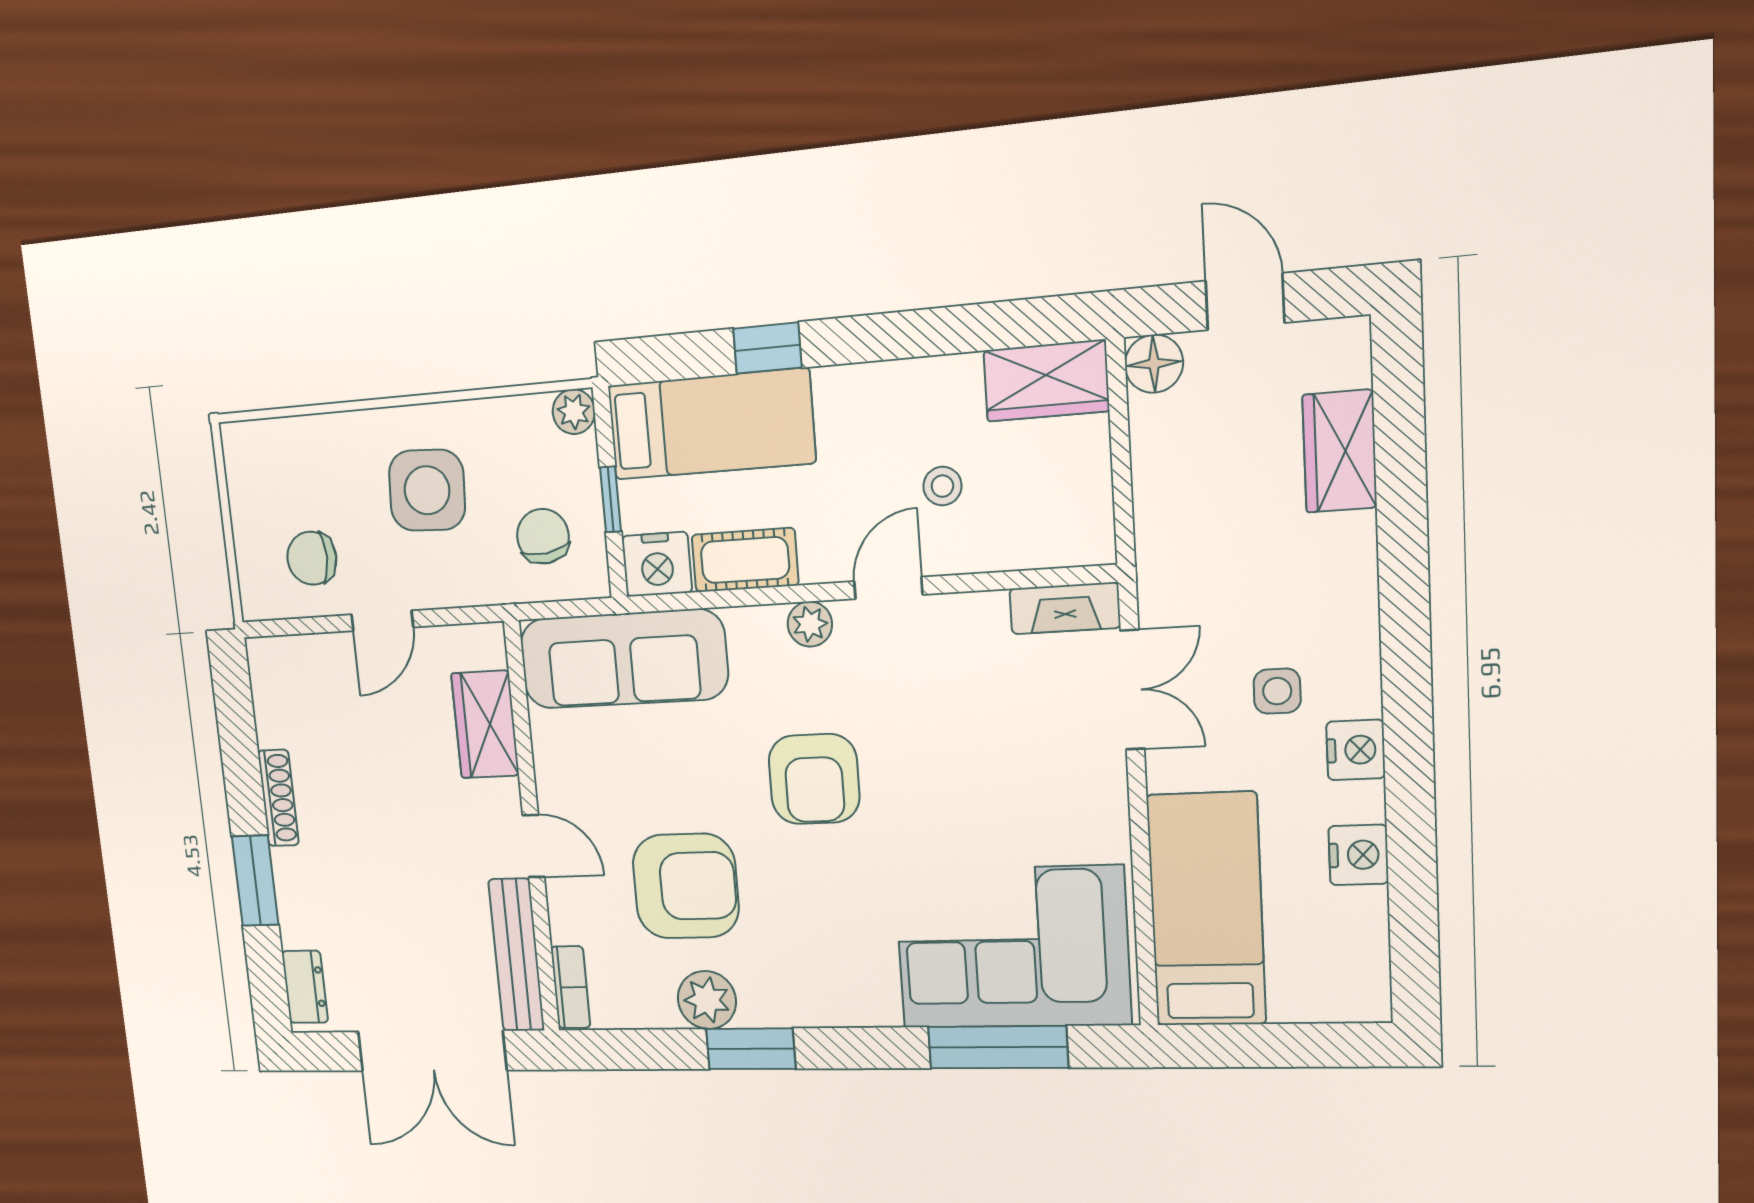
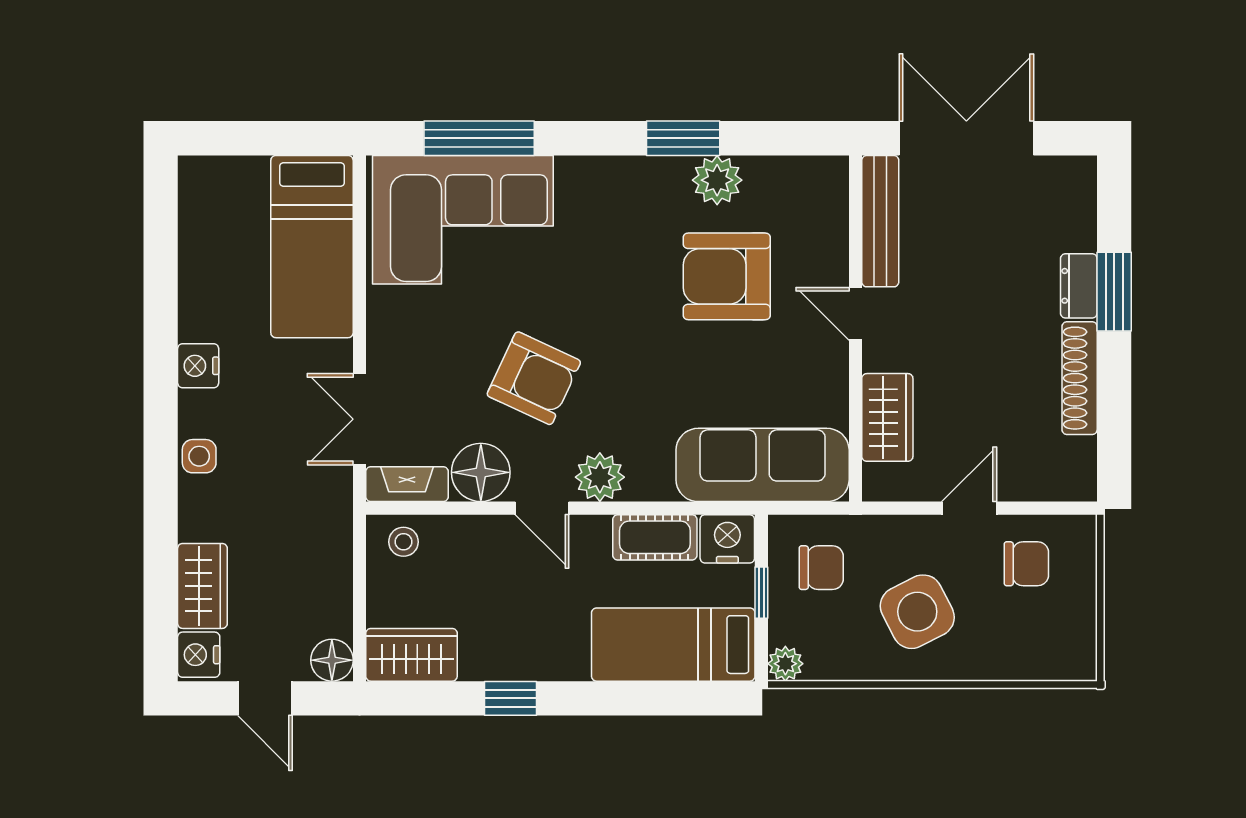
window: (767, 348) -> (510, 698), moved
stool: (942, 486) -> (403, 542), moved
side table: (427, 490) -> (917, 612), turned -30
chair: (543, 536) -> (821, 568), turned -82
door: (888, 588) -> (542, 508), hinge flipped
plant: (810, 624) -> (600, 477), width x1.38, depth x1.38
floor lamp: (970, 629) -> (481, 472), added
side table: (1277, 691) -> (199, 456), moved
armchair: (814, 779) -> (534, 378), moved, turned 115
shoe rack: (278, 798) -> (1080, 378), width x1.36, depth x1.24
nightstand: (1358, 855) -> (199, 655), moved
dresser: (305, 987) -> (1079, 286), moved
bookcase: (571, 987) -> (835, 193), removed

